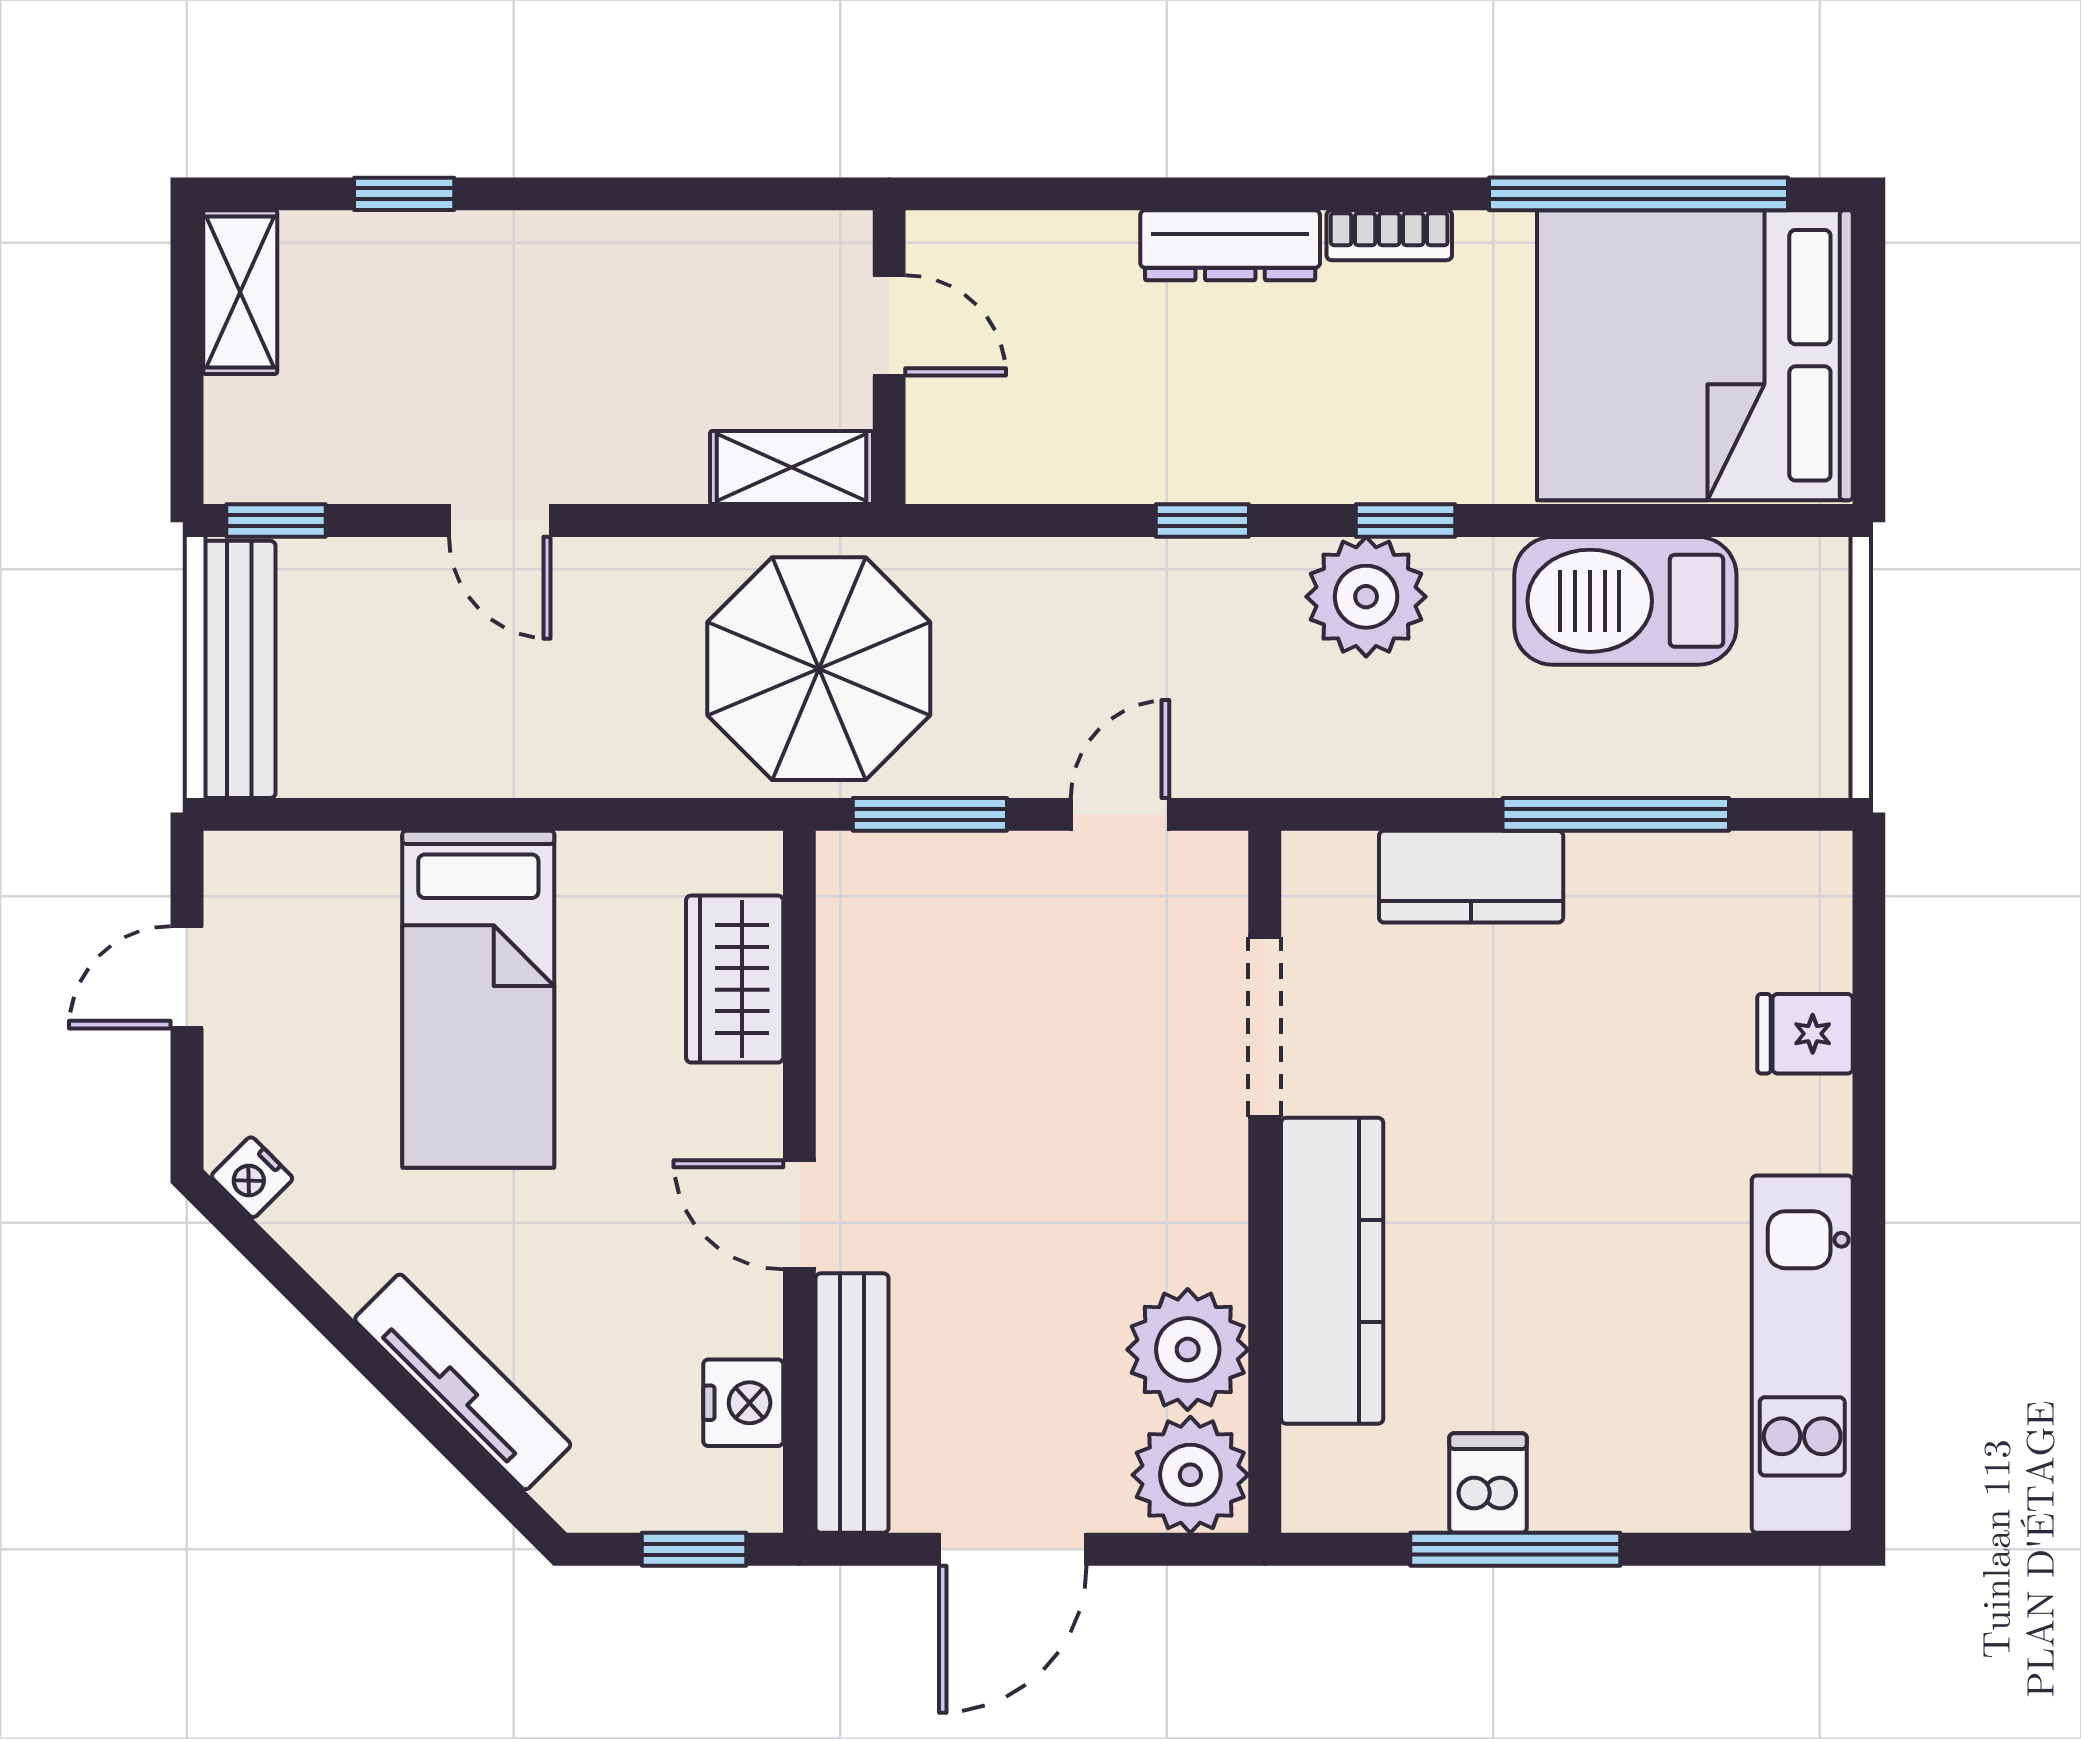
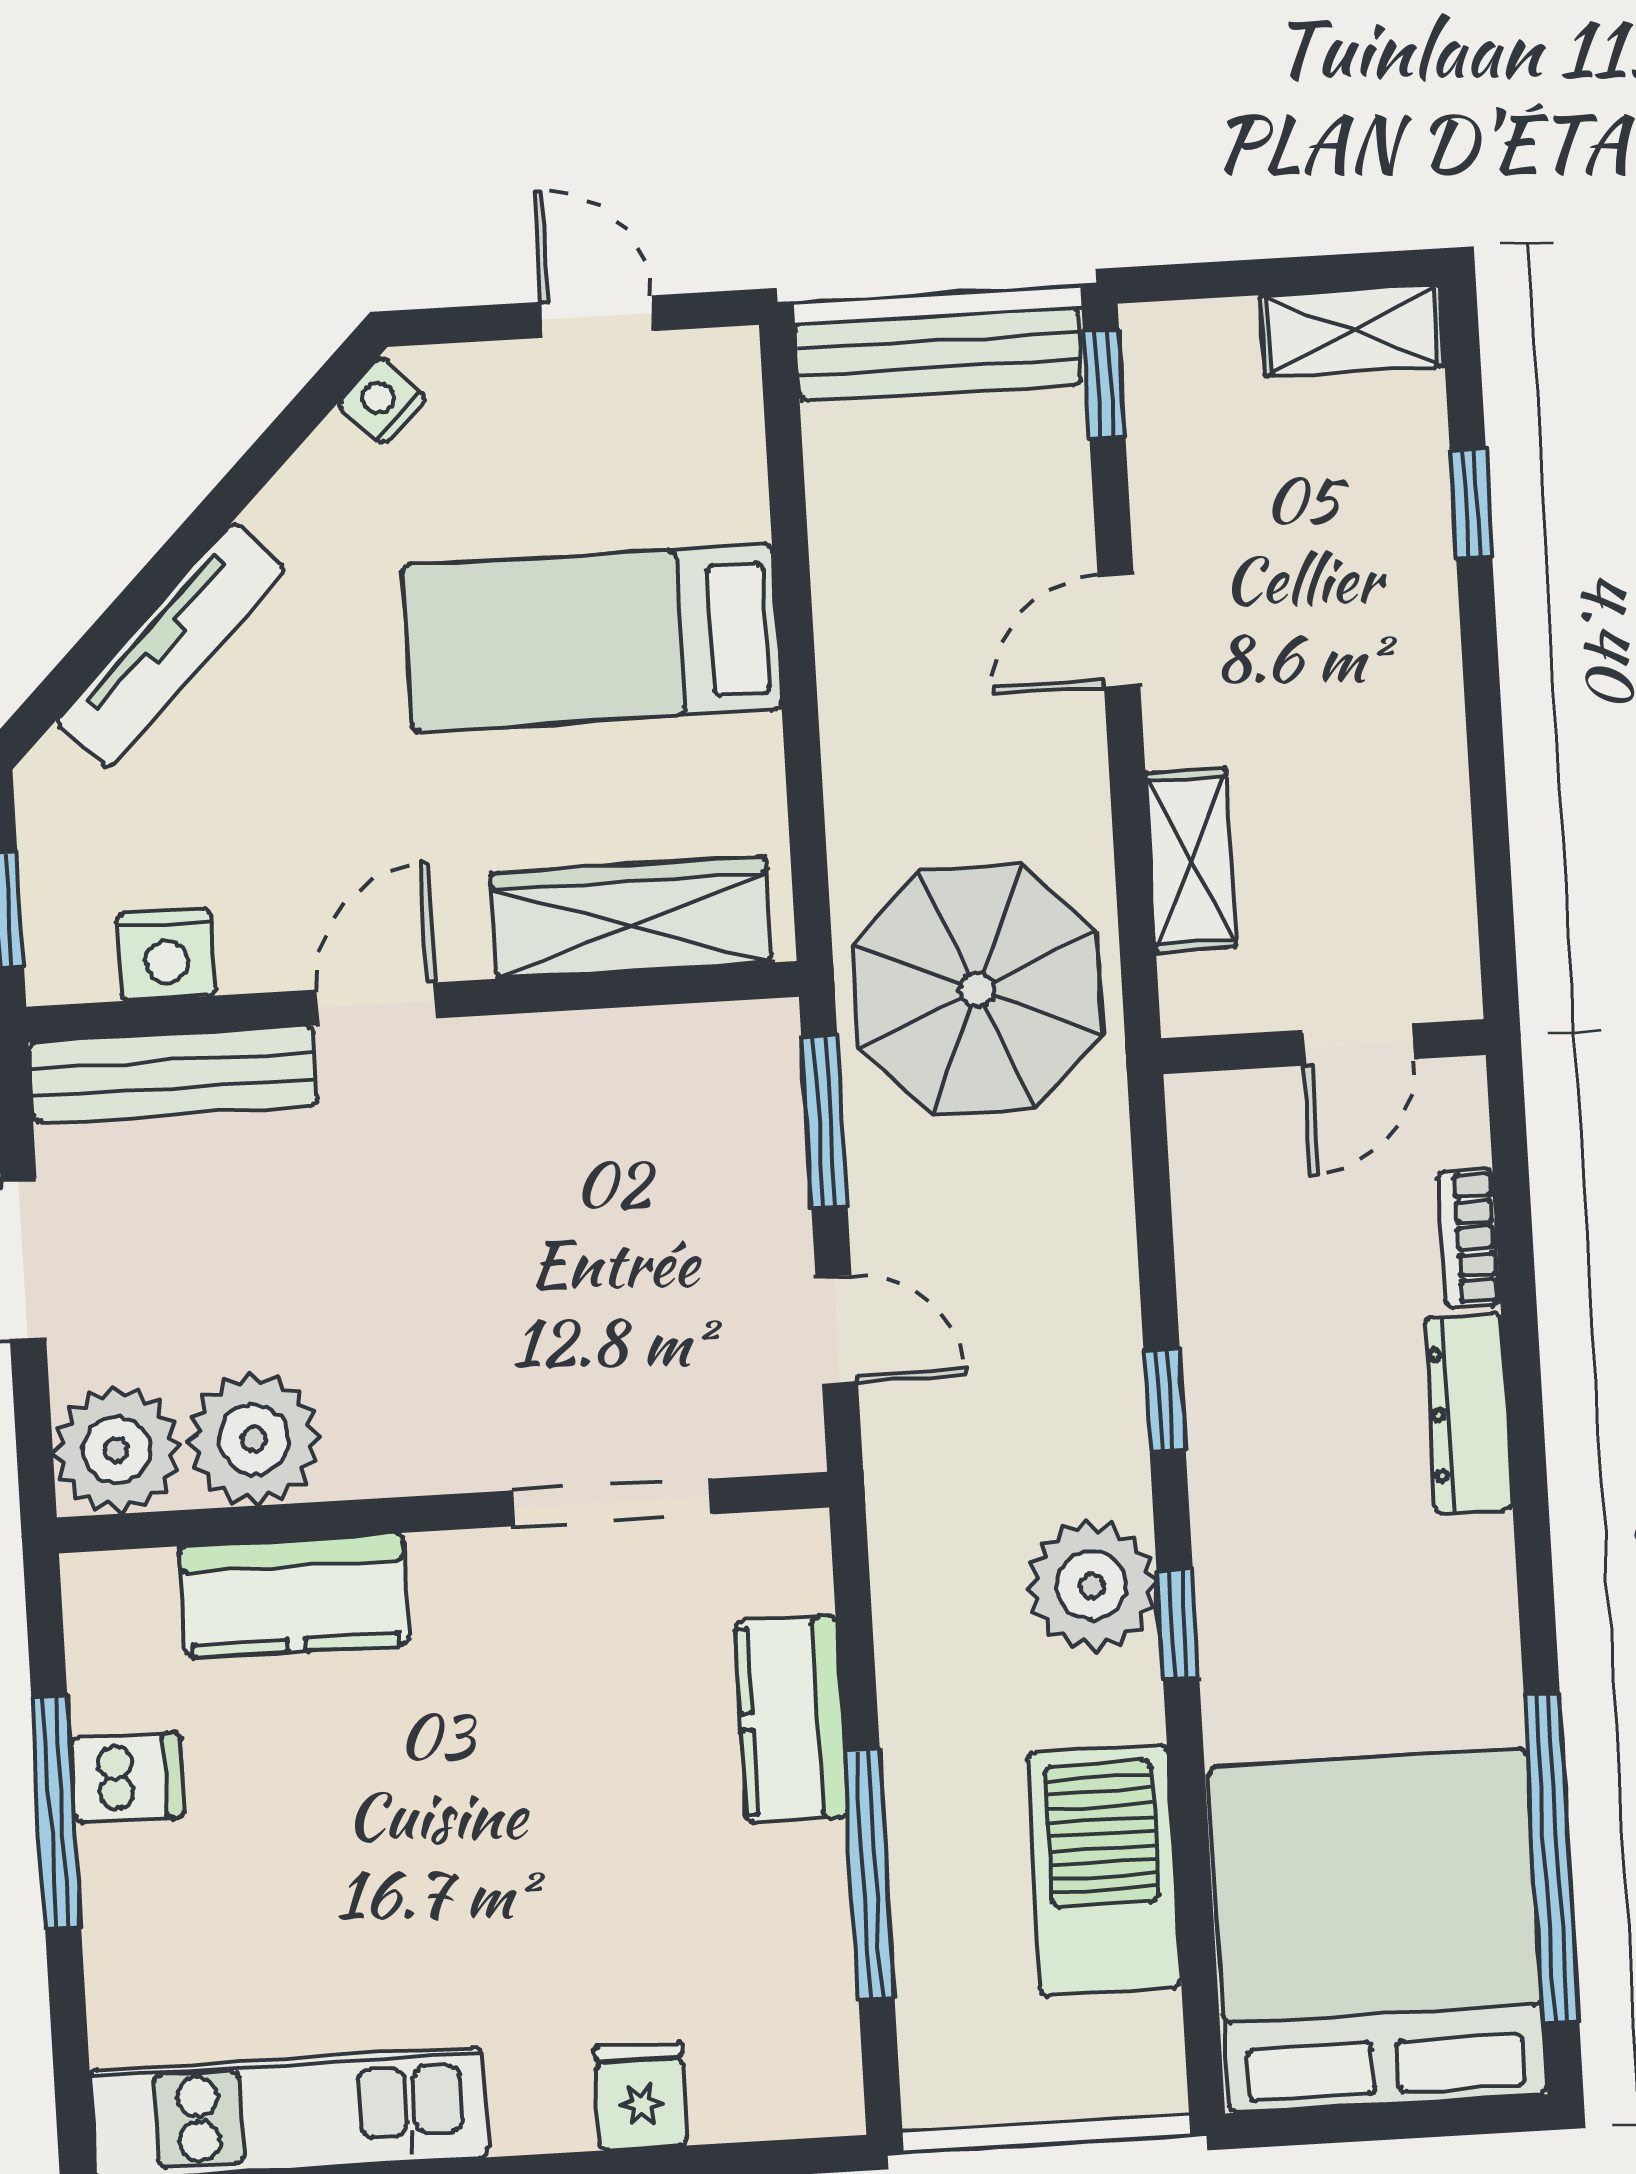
bookcase: (1389, 235) -> (1469, 1238), moved
shelving: (792, 468) -> (1191, 860), moved
wardrobe: (735, 979) -> (631, 918), width x1.50
kitchen counter: (1332, 1271) -> (294, 1596), width x0.67

